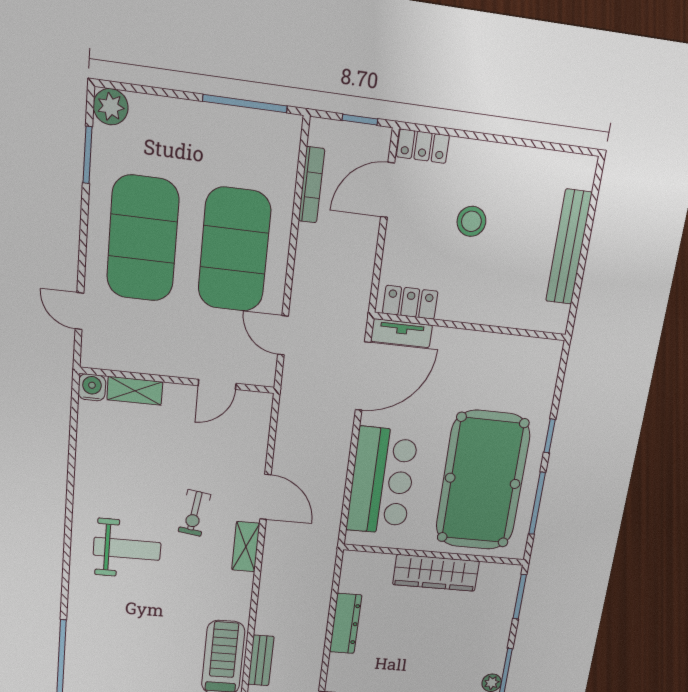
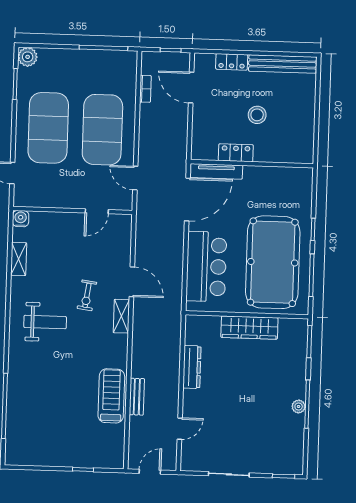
locker: (423, 146) -> (232, 62), moved
bookcase: (311, 185) -> (145, 89), width x0.64
door: (388, 190) -> (191, 88), hinge flipped
stool: (471, 221) -> (257, 115), moved
bench: (569, 247) -> (282, 64), moved, turned 90
locker: (410, 302) -> (236, 153), moved
tv unit: (401, 333) -> (216, 171), width x1.41
shelving: (135, 391) -> (19, 259), moved, turned 90

